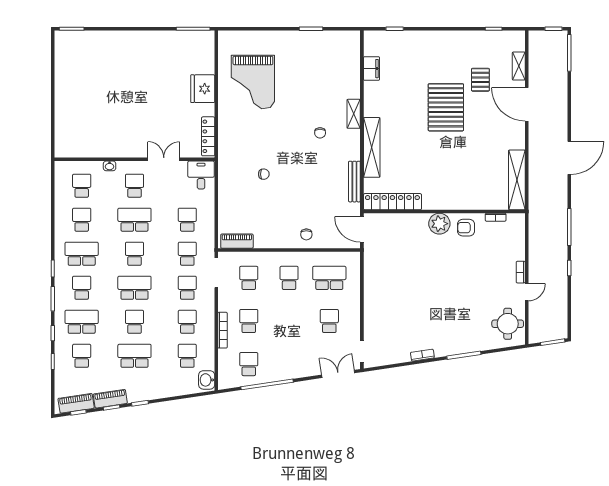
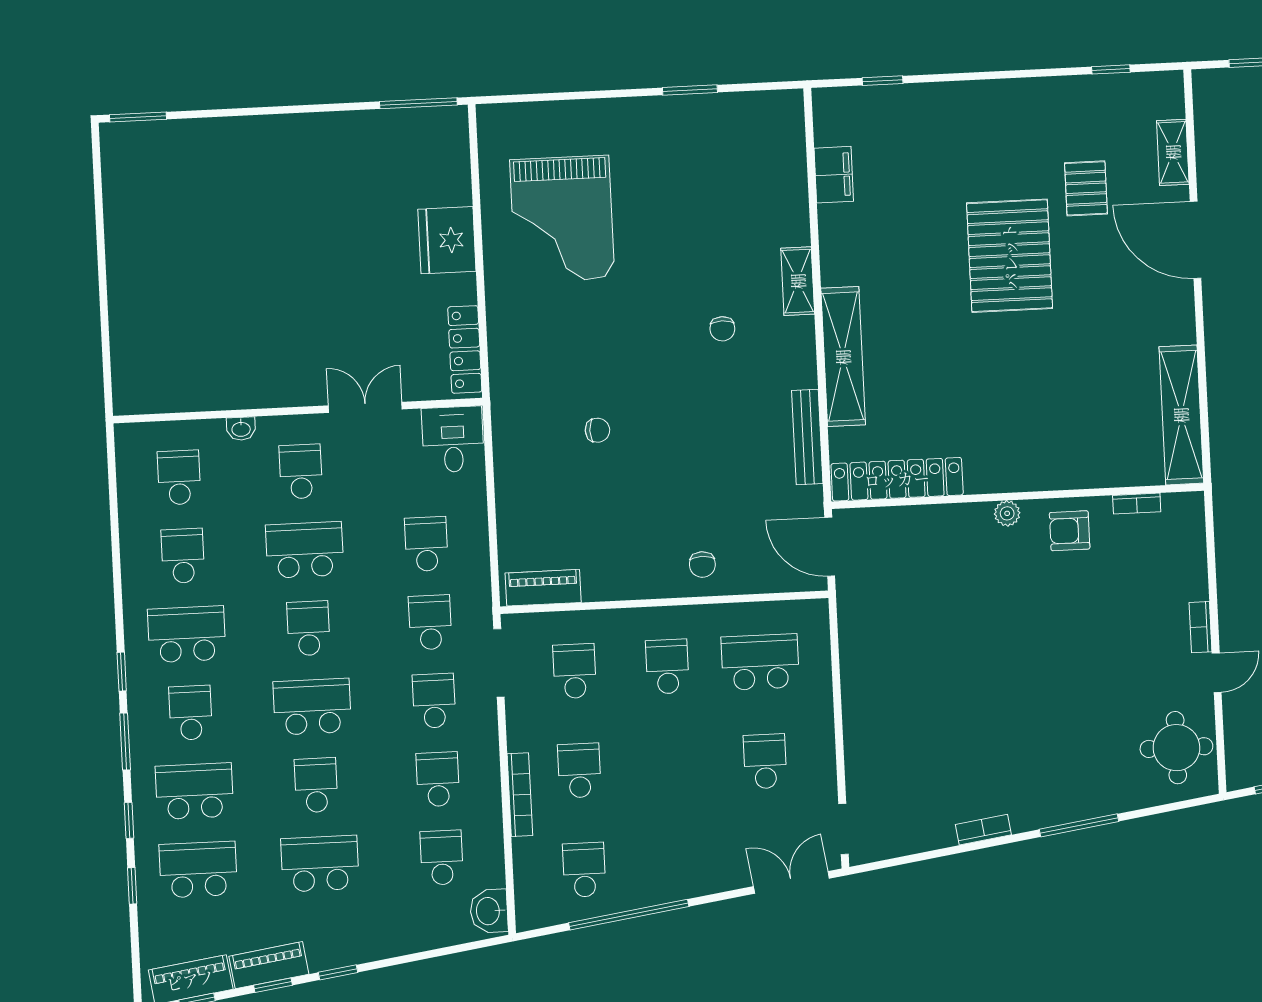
plant: (439, 224) -> (1007, 513), width x0.53, depth x0.53
school desk: (82, 356) -> (198, 870), width x1.85

